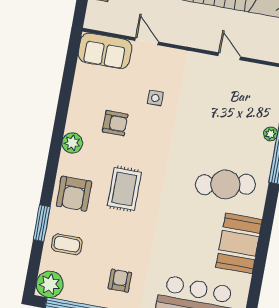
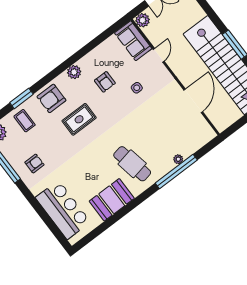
plant: (95, 19) -> (143, 20), added
door: (229, 56) -> (193, 101), width x1.88

